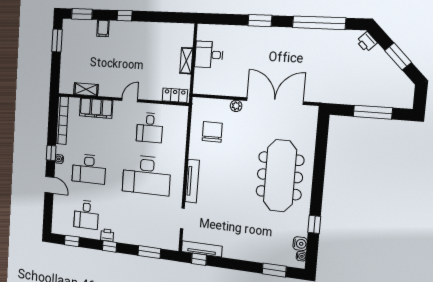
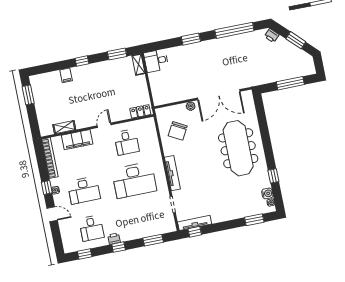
window: (82, 14) -> (117, 54), moved
desk: (209, 55) -> (156, 61), moved
shelving: (186, 61) -> (138, 64), moved
double door: (275, 101) -> (219, 95), swing flipped
chair: (212, 132) -> (178, 131), turned -151

